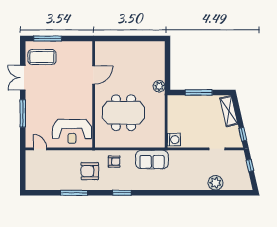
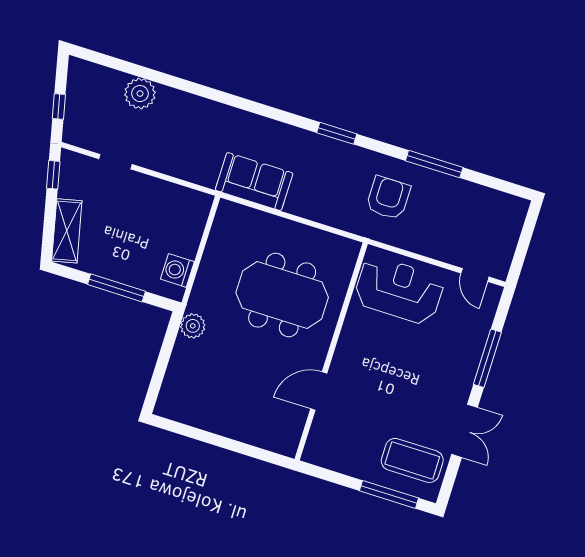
washing machine: (174, 140) -> (177, 270), moved
armchair: (114, 162) -> (332, 202), removed
armchair: (90, 171) -> (388, 198), turned -90

